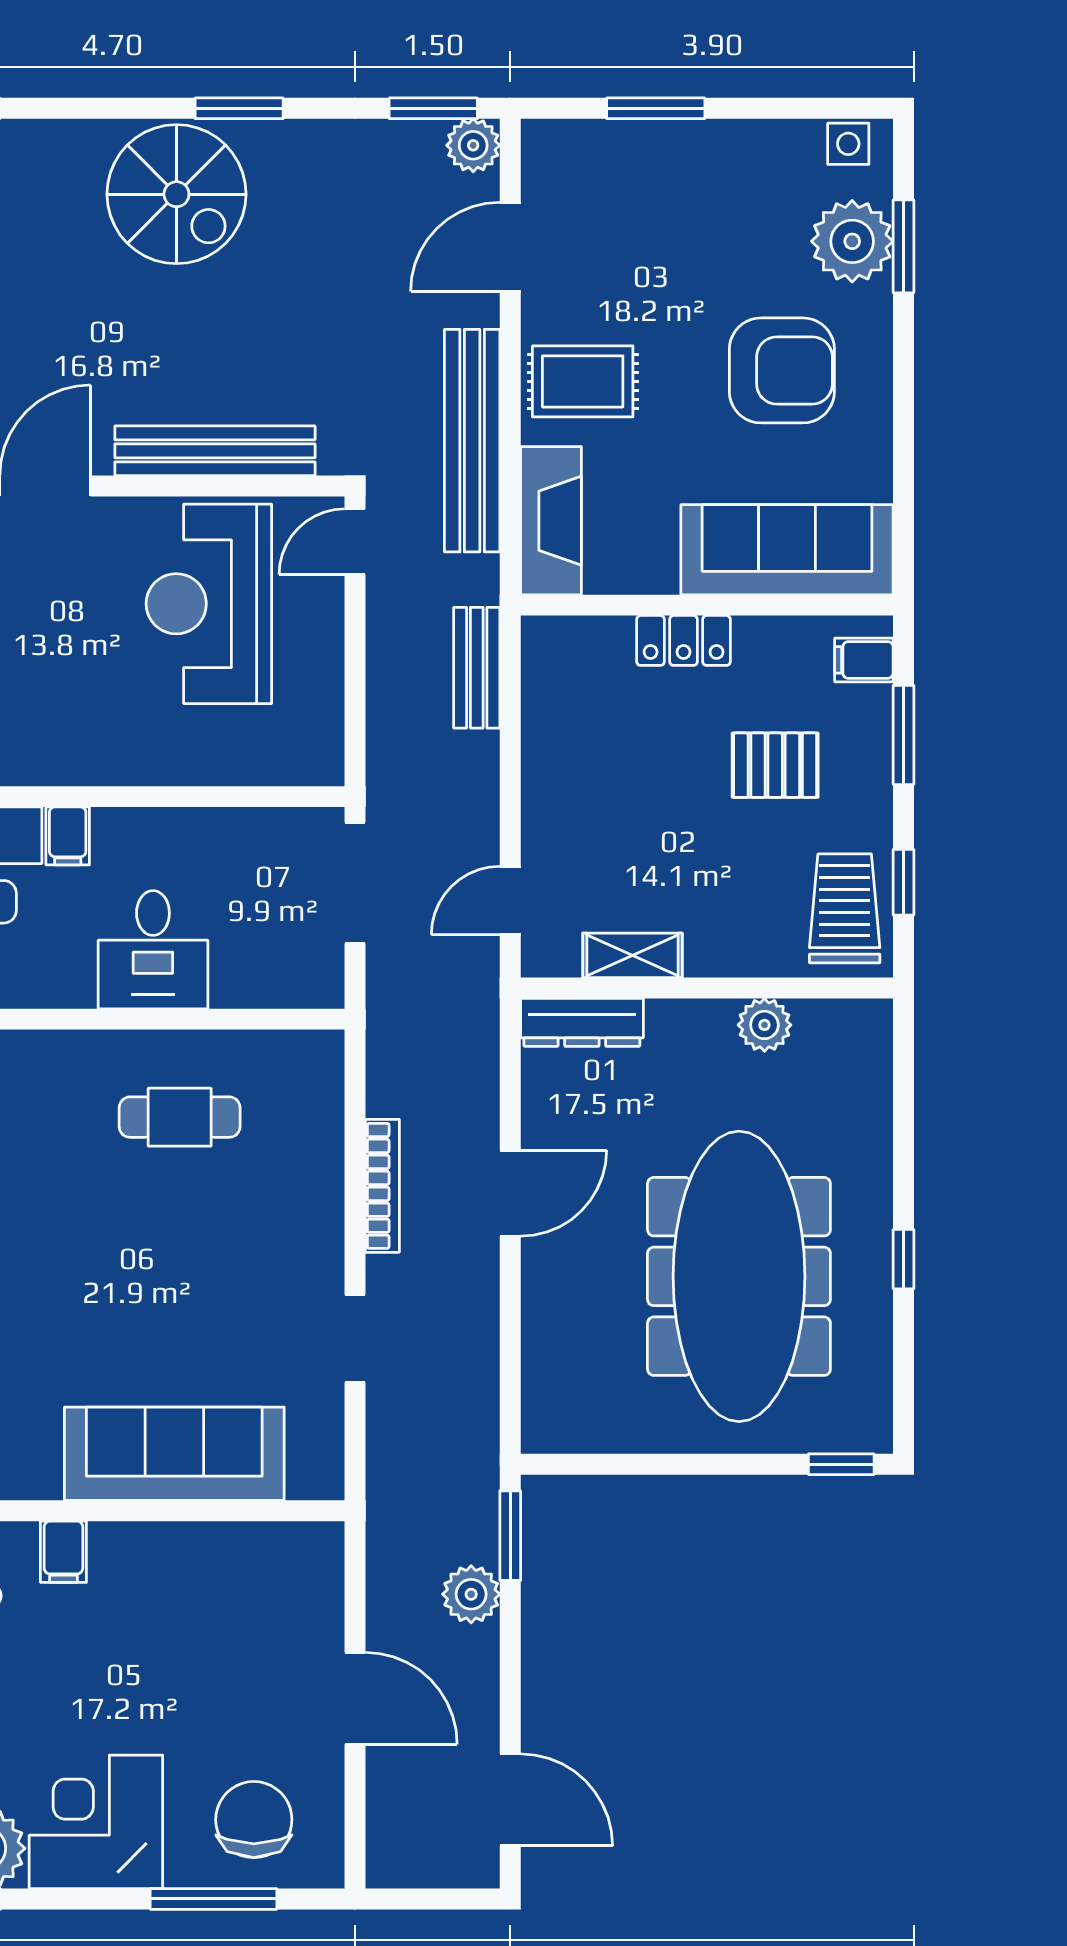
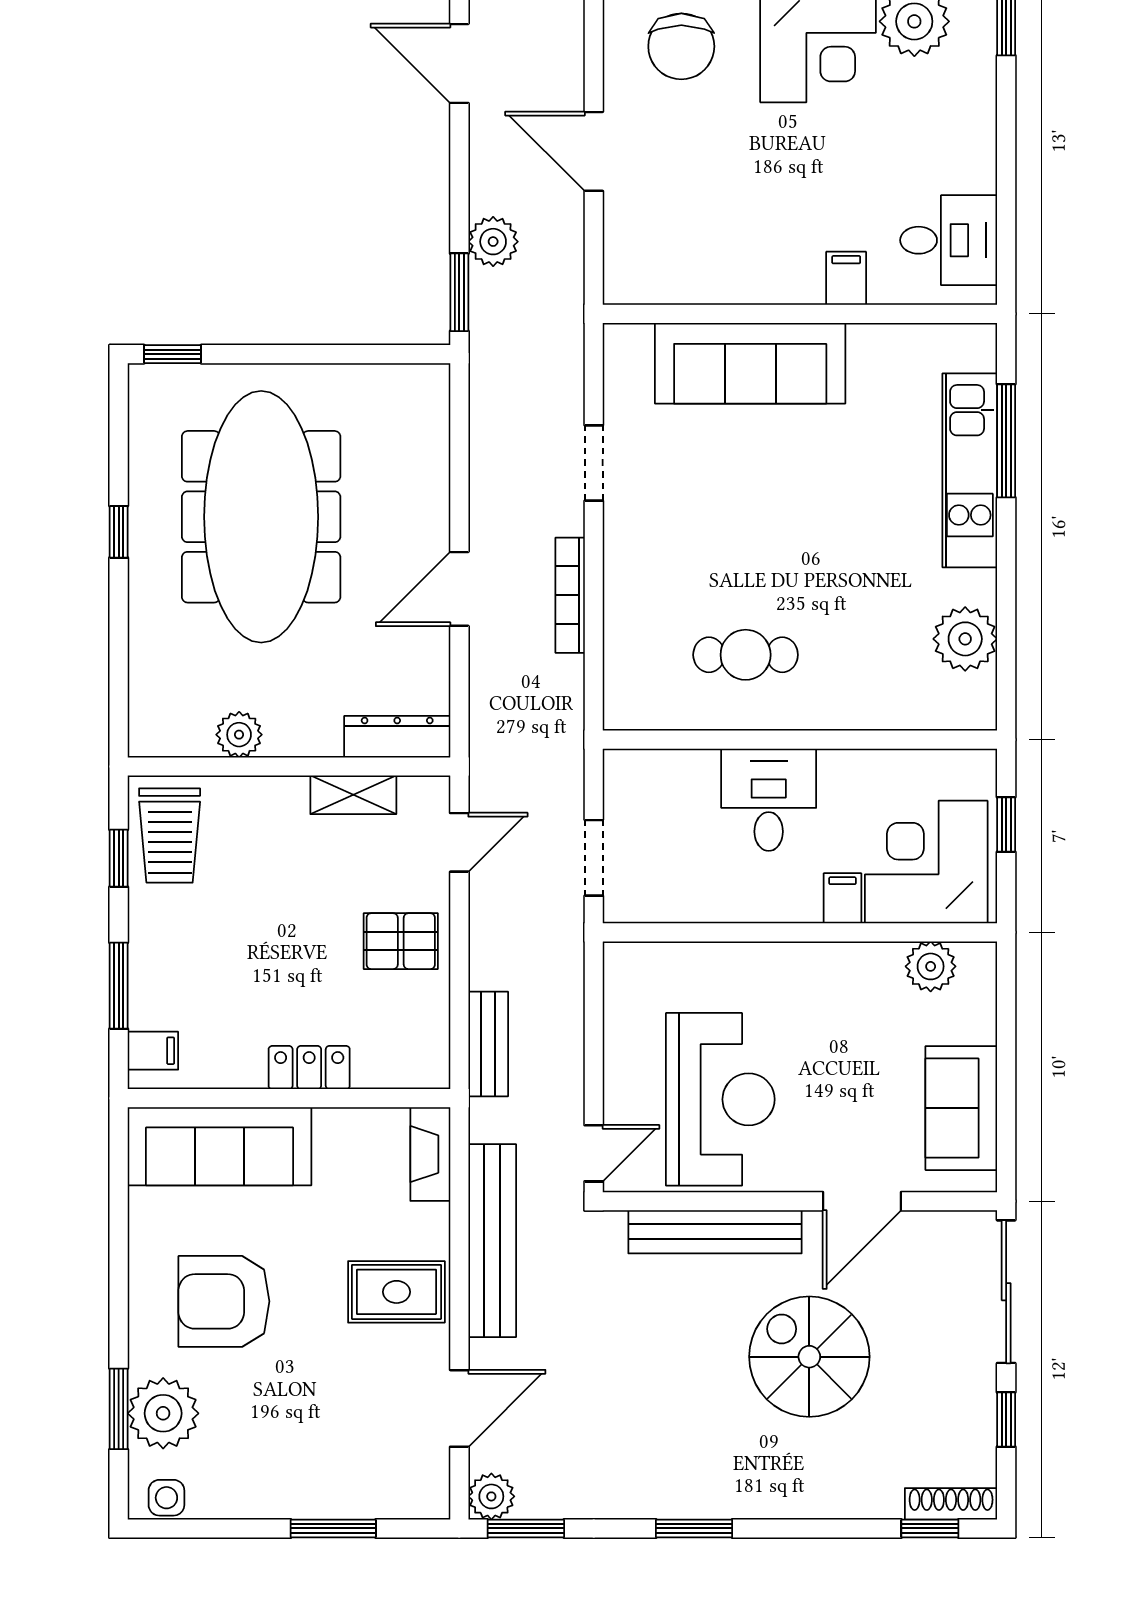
spiral stairs: (176, 194) -> (809, 1357), moved
fireplace: (551, 521) -> (430, 1154), width x0.73, depth x0.76
pallet: (775, 765) -> (401, 941), moved
doorway: (355, 883) -> (594, 858), width x0.73

